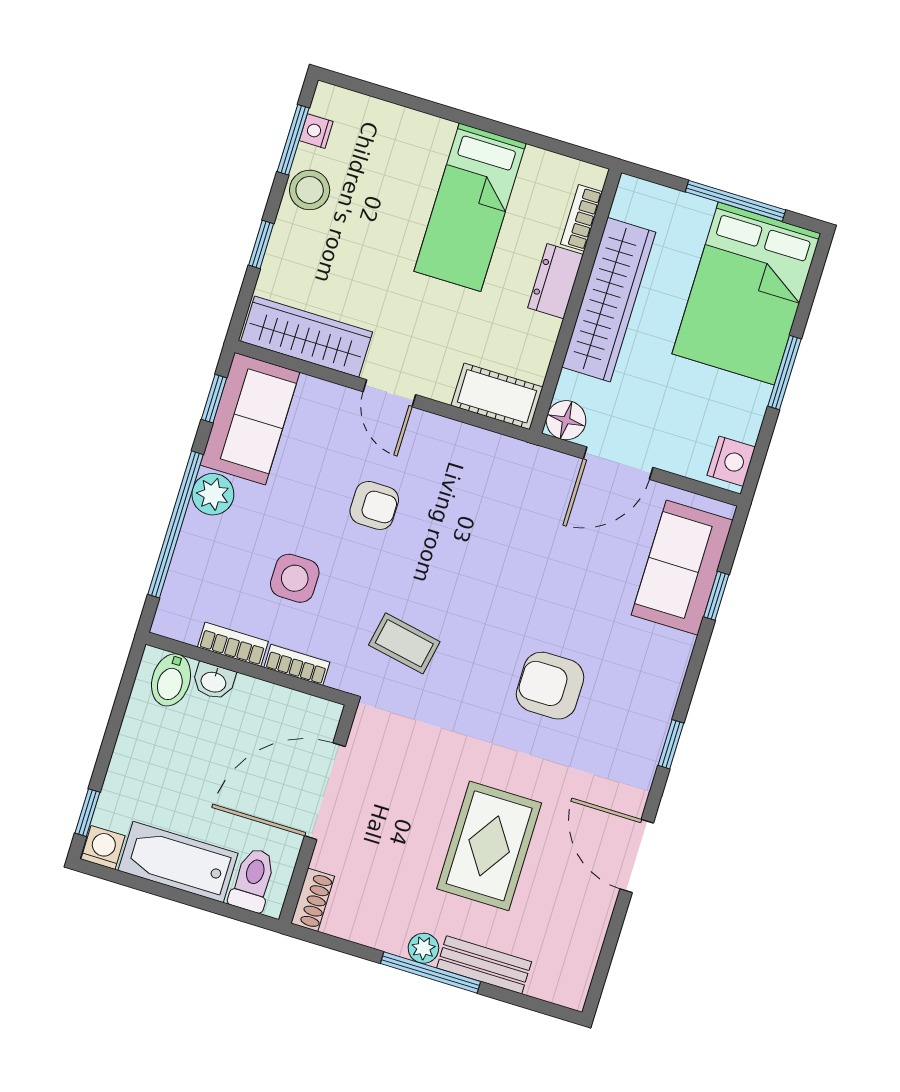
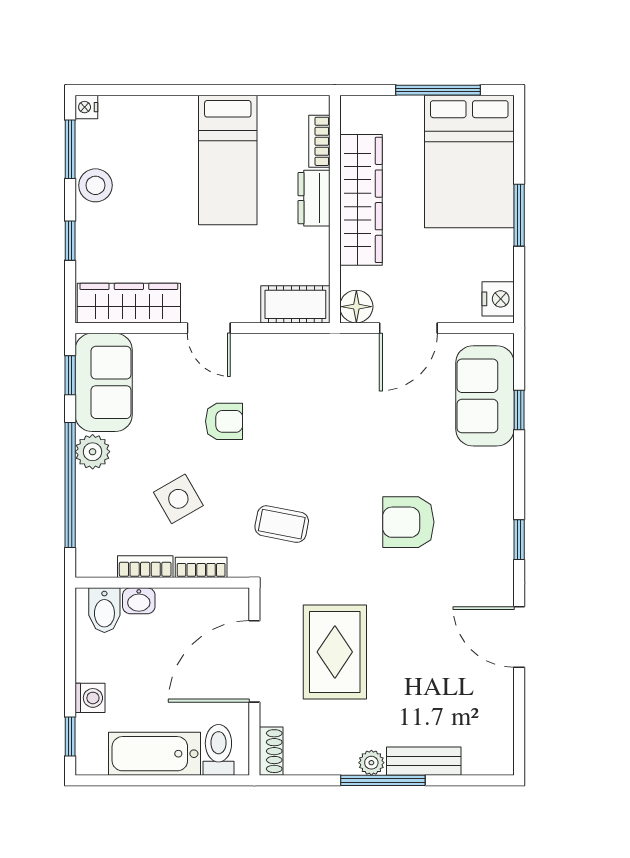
nightstand: (316, 131) -> (86, 107), moved
side table: (295, 578) -> (178, 499), turned -30
rug: (489, 846) -> (335, 652), moved
washing machine: (103, 848) -> (90, 698), moved, turned 90

